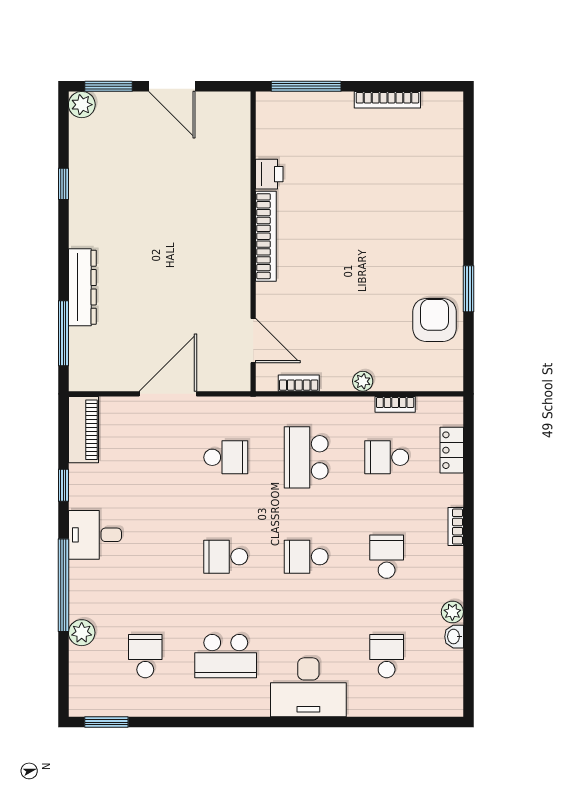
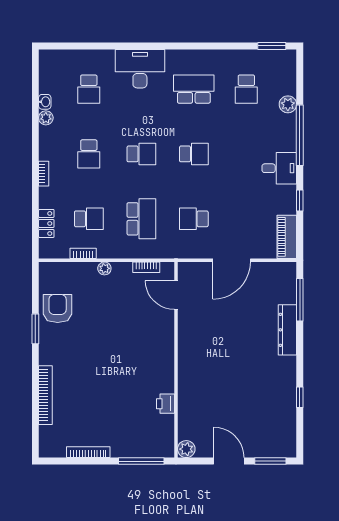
plant: (82, 105) -> (186, 449), moved
bookcase: (266, 236) -> (45, 395), moved, turned 180
armchair: (434, 320) -> (58, 308), turned 180

